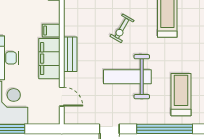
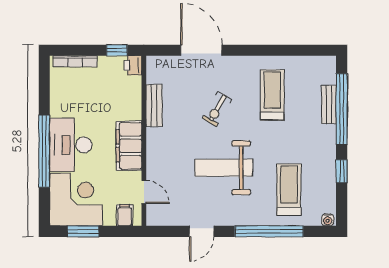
filing cabinet: (51, 31) -> (125, 215), moved, turned 90
bench: (70, 54) -> (154, 106), moved

